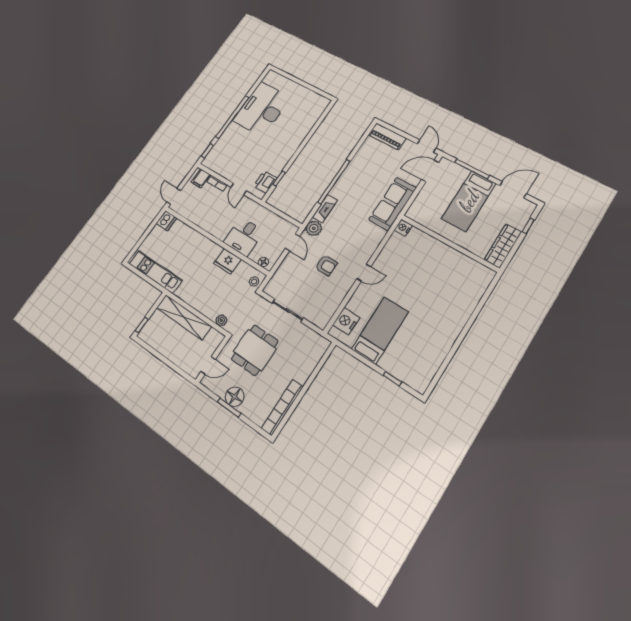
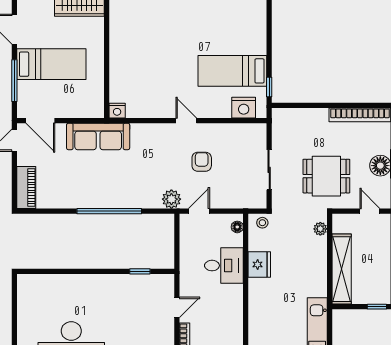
printer: (265, 182) -> (152, 284), removed
fireplace: (325, 209) -> (144, 201), removed
window: (392, 379) -> (269, 87), moved

